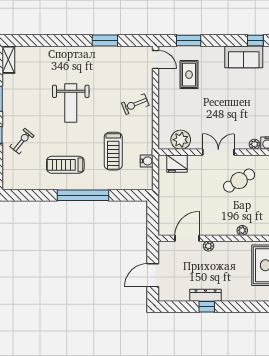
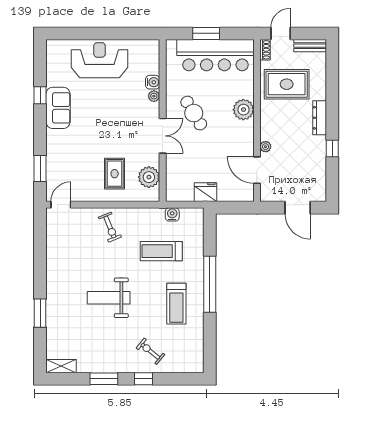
window: (105, 41) -> (40, 313), moved
rug: (189, 75) -> (115, 174), moved, turned 90
weight bench: (71, 103) -> (109, 298), turned 180
treadmill: (113, 151) -> (161, 251), turned 180
double door: (218, 152) -> (163, 136), swing flipped
fridge: (177, 164) -> (206, 192), moved, turned -90
plant: (242, 230) -> (243, 110), width x1.87, depth x1.87
dresser: (206, 295) -> (320, 118), moved

